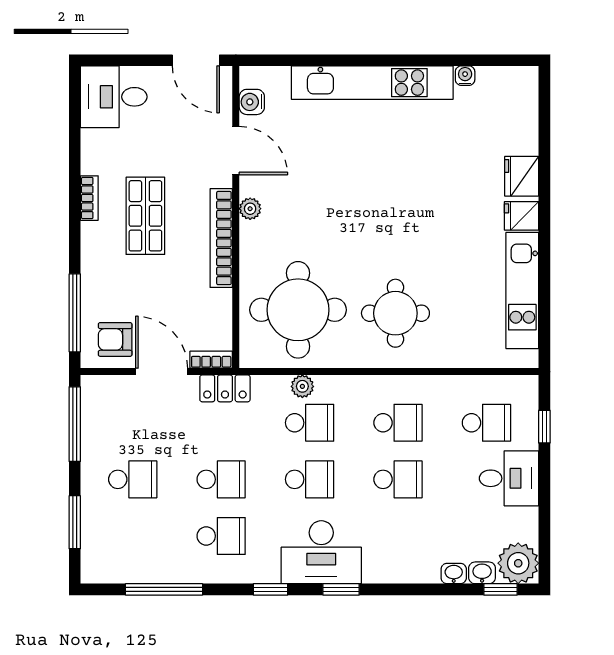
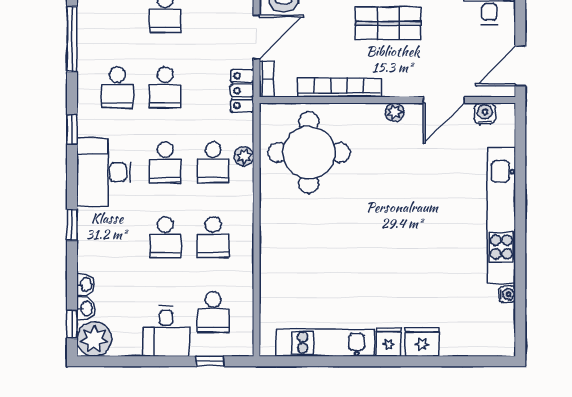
bookcase: (221, 238) -> (339, 88), moved
round table: (395, 313) -> (306, 235), removed
window: (341, 589) -> (72, 225), moved

